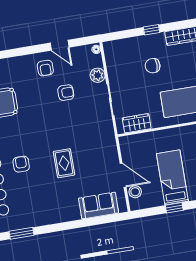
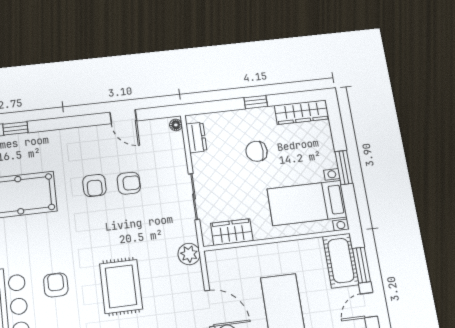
dresser: (111, 58) -> (196, 137), added
armchair: (45, 68) -> (94, 185), moved
plant: (98, 75) -> (189, 254), moved
rug: (64, 163) -> (121, 286), width x1.36, depth x1.43

